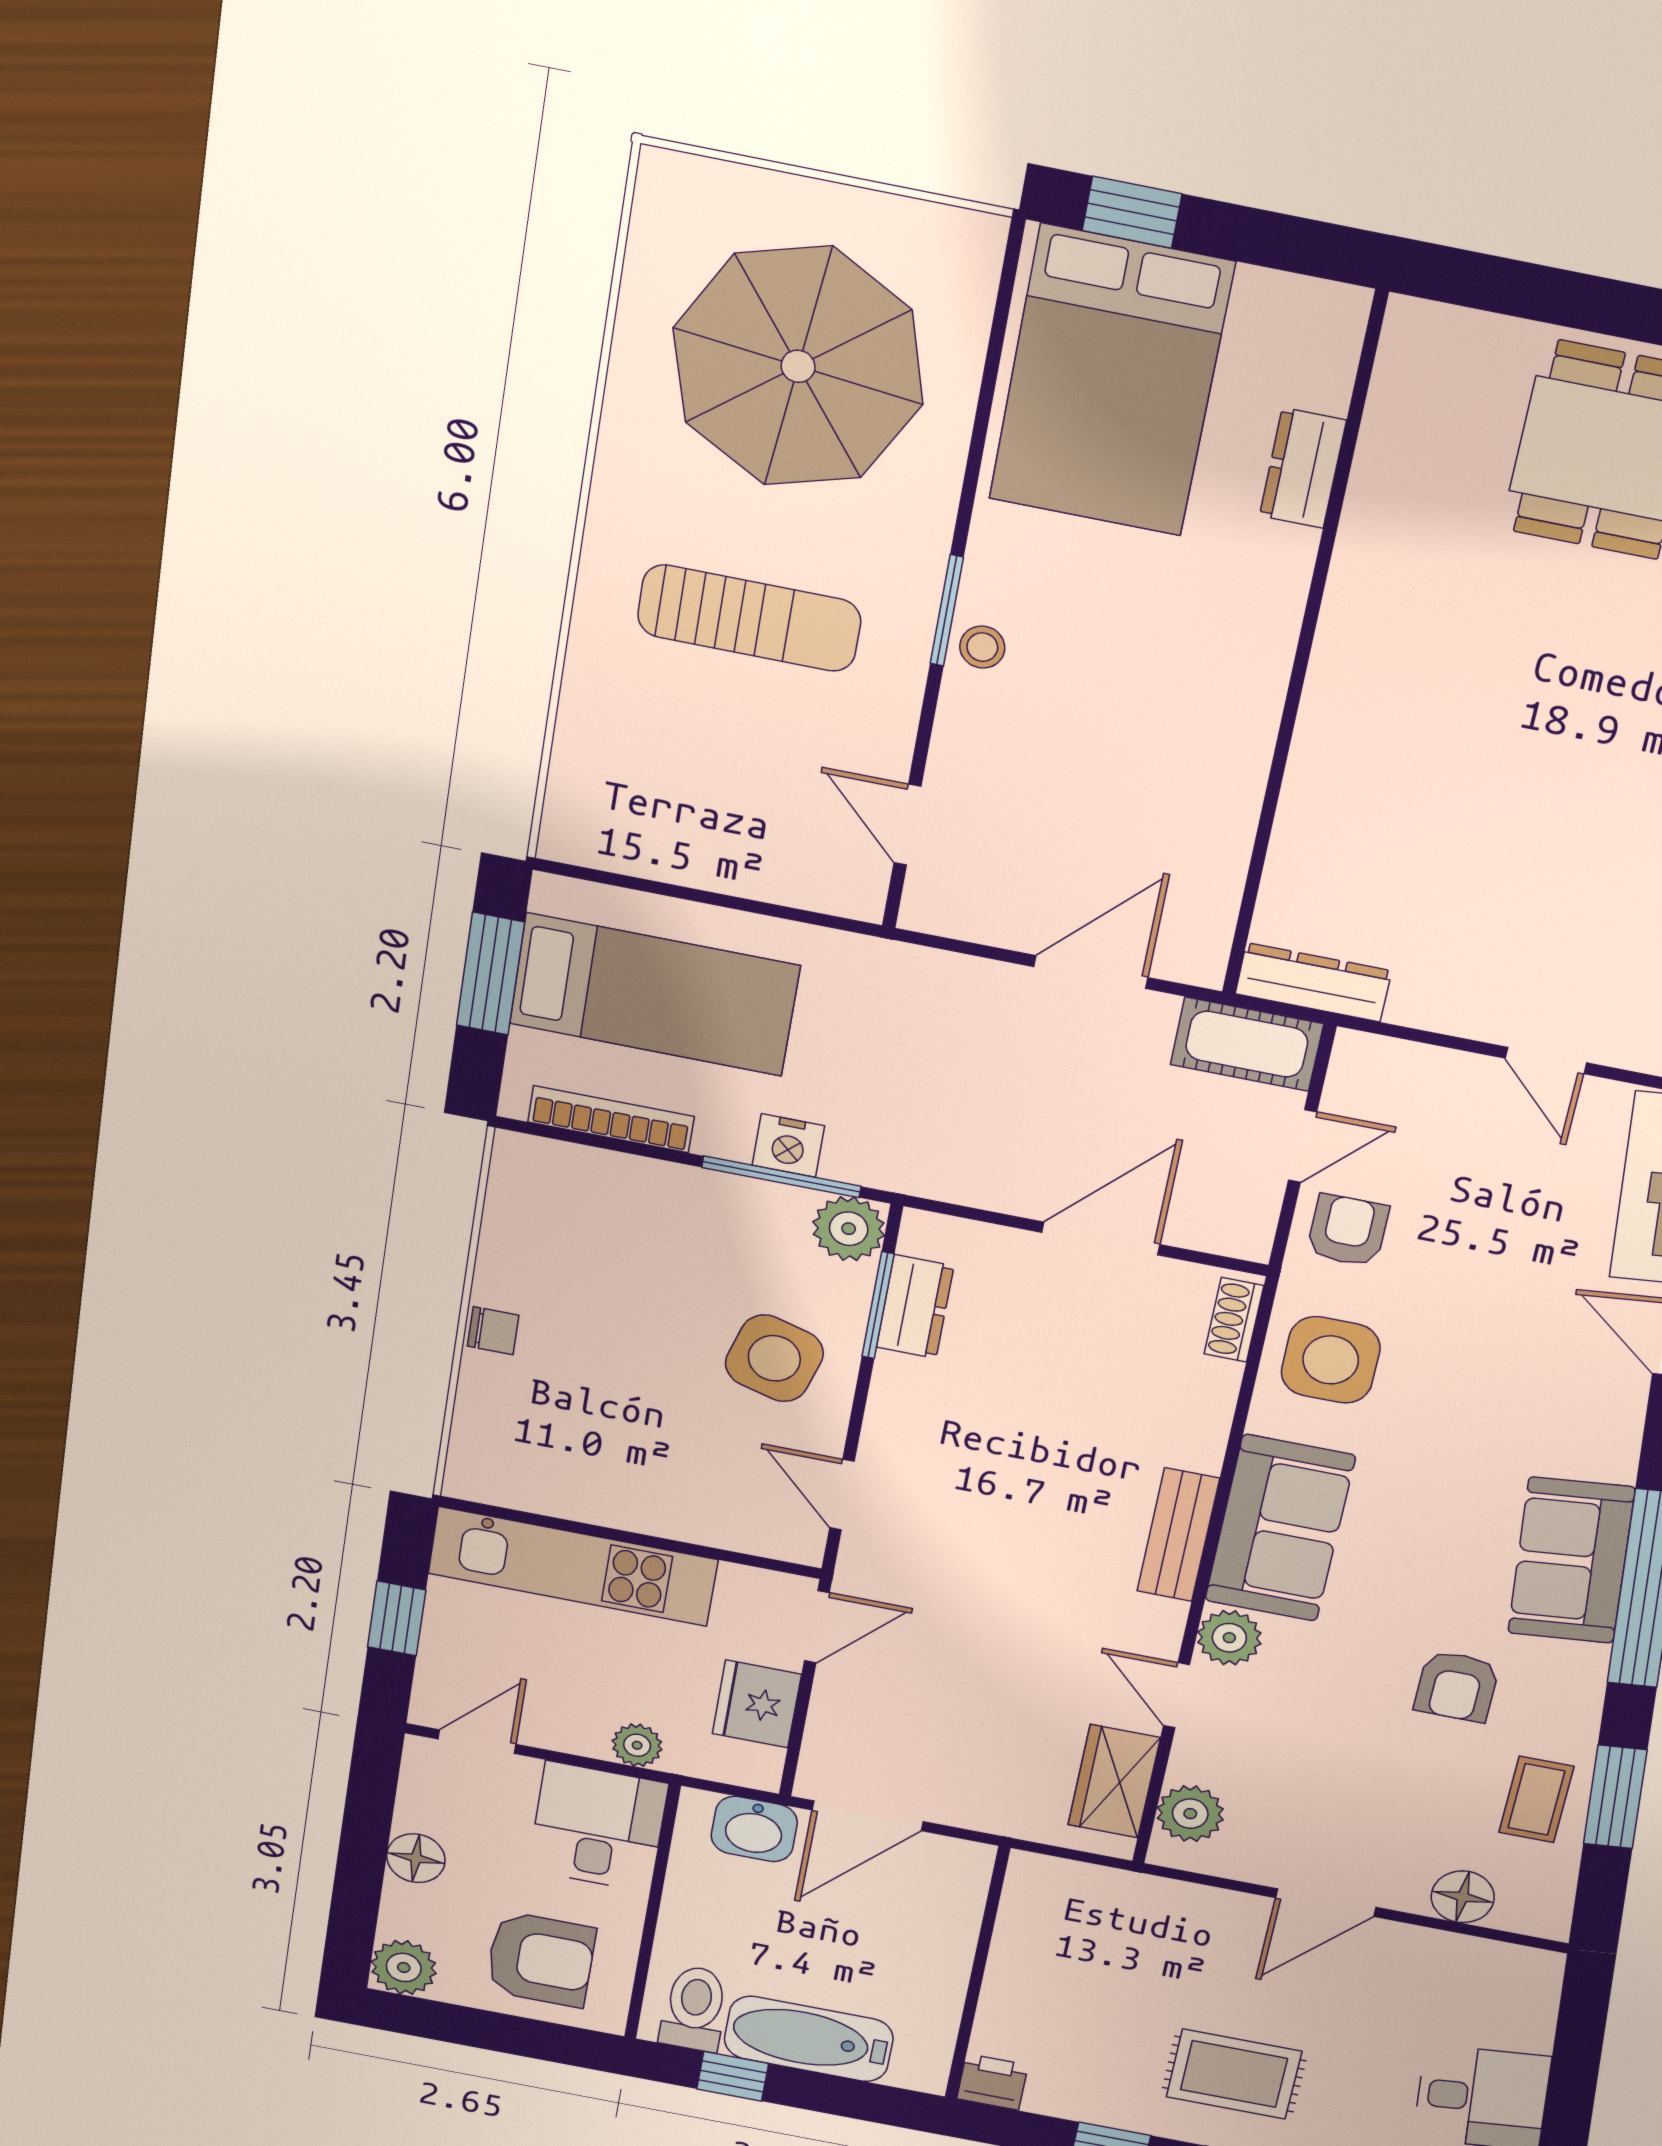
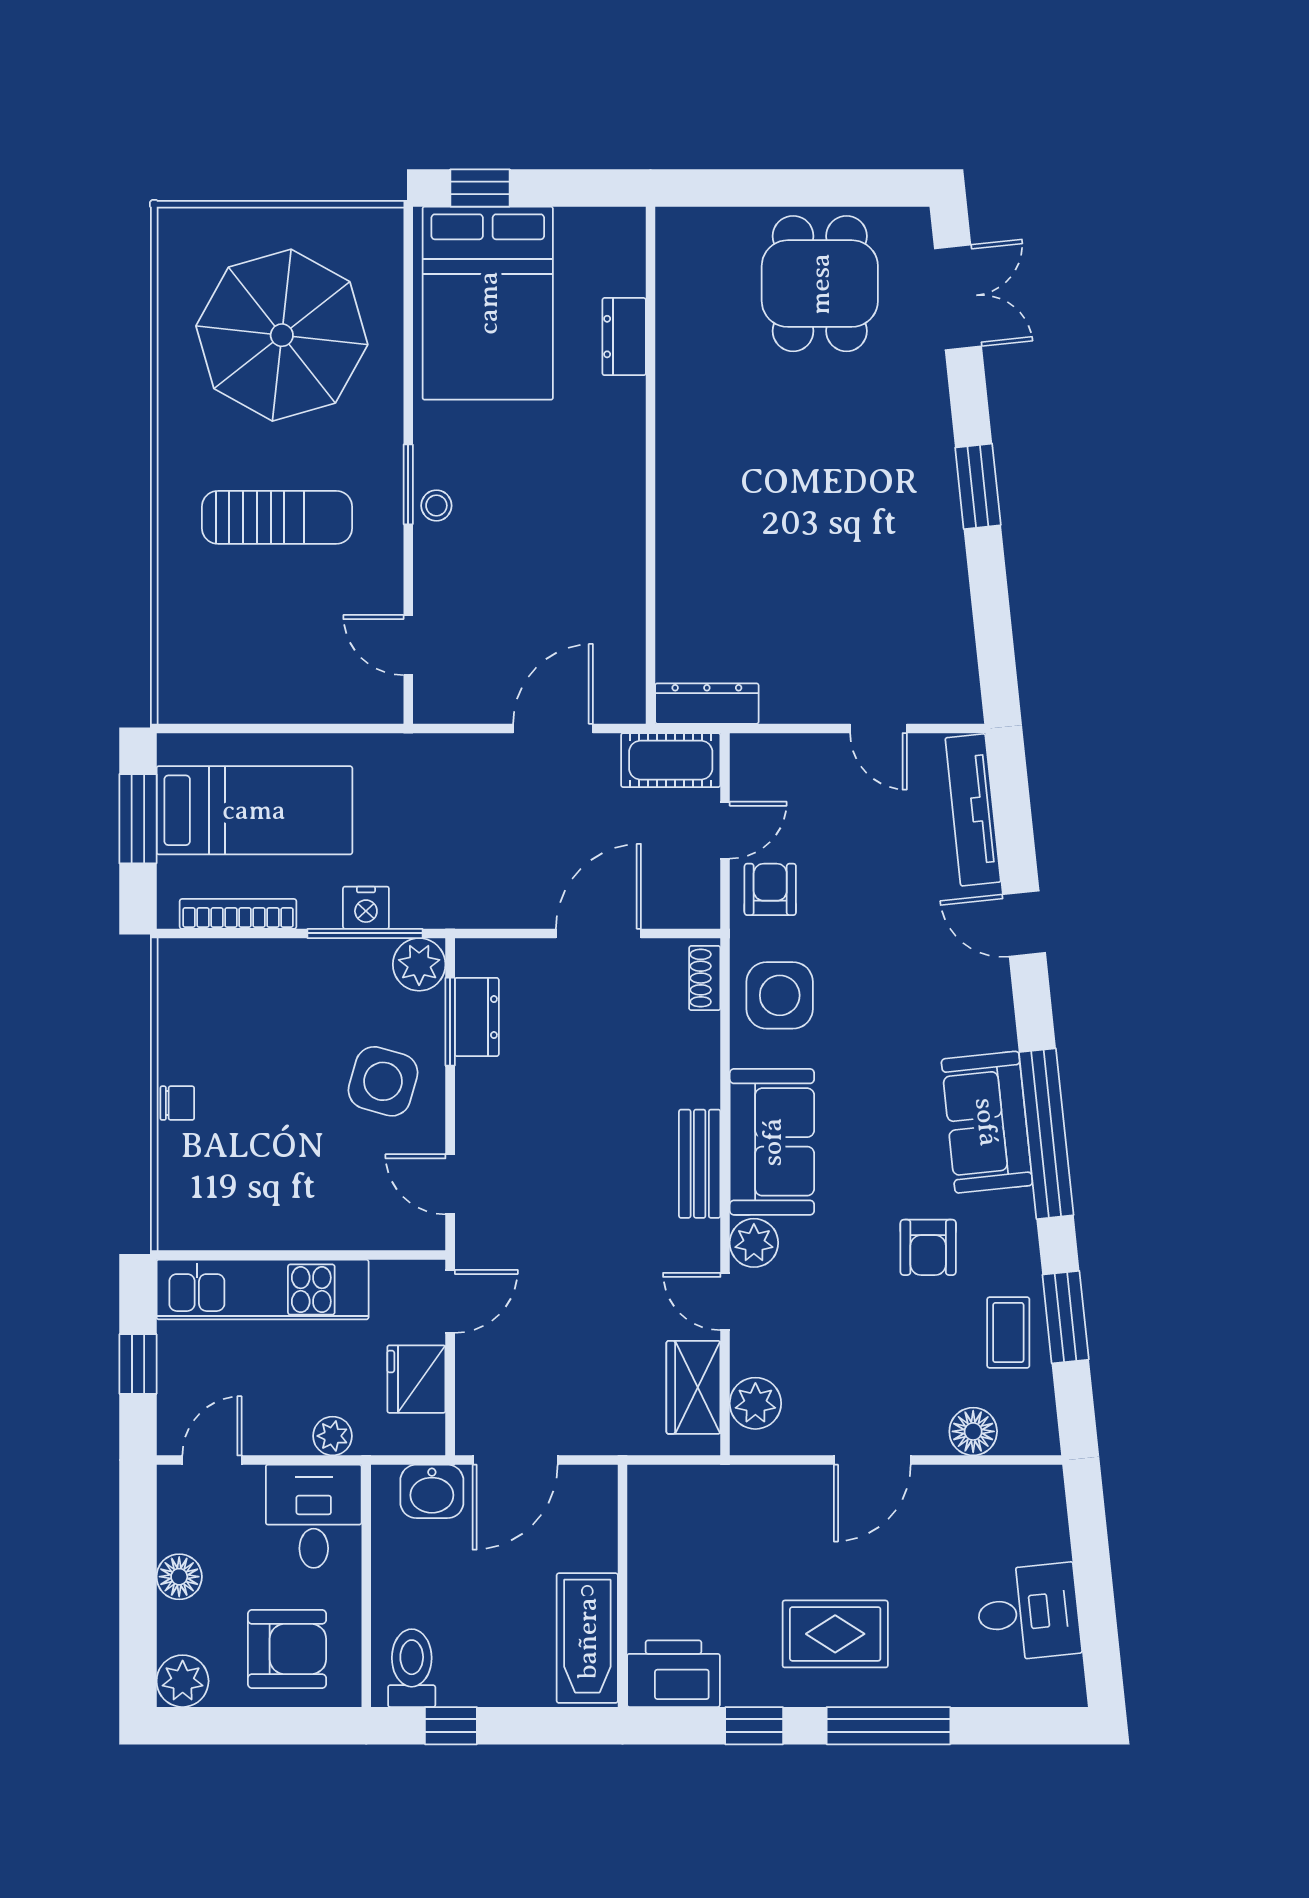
bathtub: (809, 2039) -> (587, 1638), moved, turned -90
printer: (992, 2082) -> (674, 1674), width x1.87, depth x1.48

